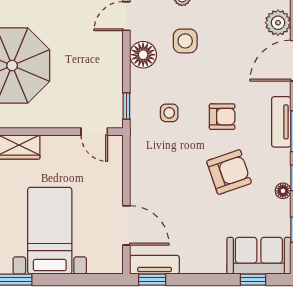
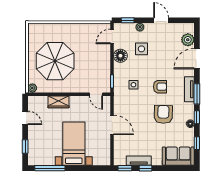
armchair: (229, 172) -> (163, 114), turned -70
door: (126, 225) -> (112, 125), moved
tv unit: (154, 265) -> (139, 161), moved
window: (253, 280) -> (145, 168), moved

